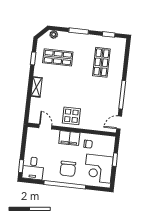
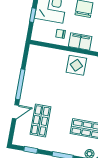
door: (119, 123) -> (15, 112), moved

